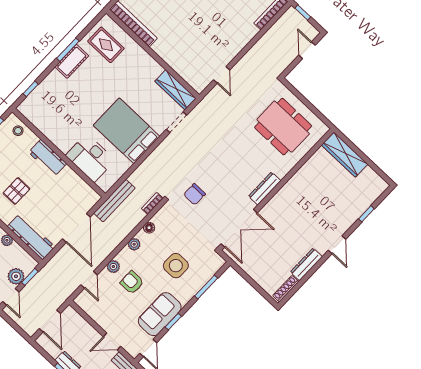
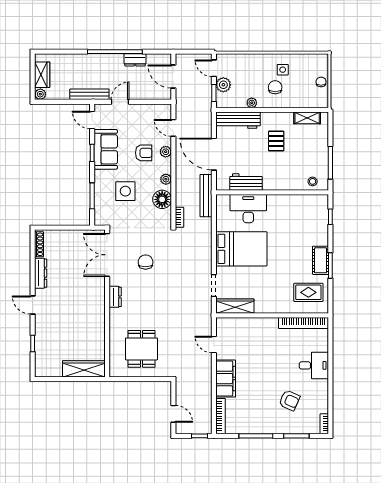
filing cabinet: (238, 39) -> (226, 379), added
dining table: (283, 127) -> (142, 349), width x0.73
workbench: (48, 158) -> (246, 182), moved
dresser: (265, 189) -> (115, 297), width x0.70
chair: (195, 194) -> (146, 262), moved
floor lamp: (149, 228) -> (162, 199), width x1.89, depth x1.89

